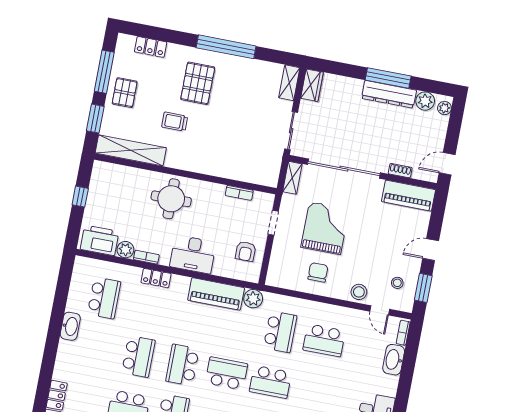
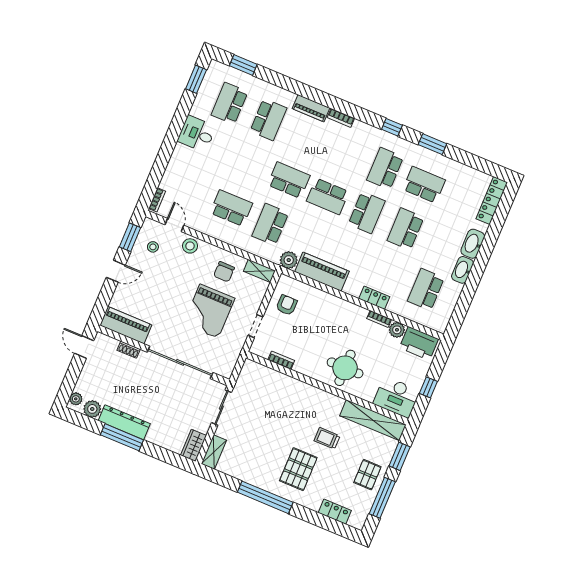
trolley: (175, 122) -> (327, 438), turned 180
door: (447, 164) -> (84, 347), swing flipped
shelving: (292, 178) -> (259, 271), moved, turned 90
desk: (193, 254) -> (396, 397), moved, turned 180
washbasin: (394, 360) -> (473, 244), moved, turned 180

